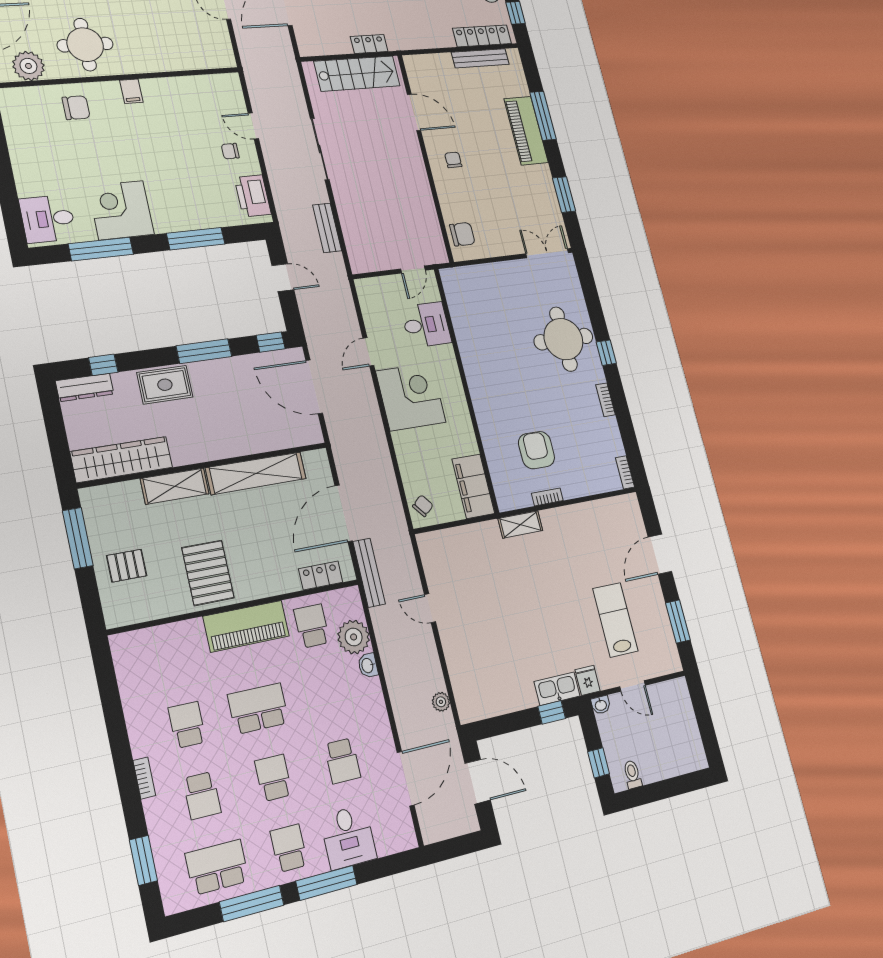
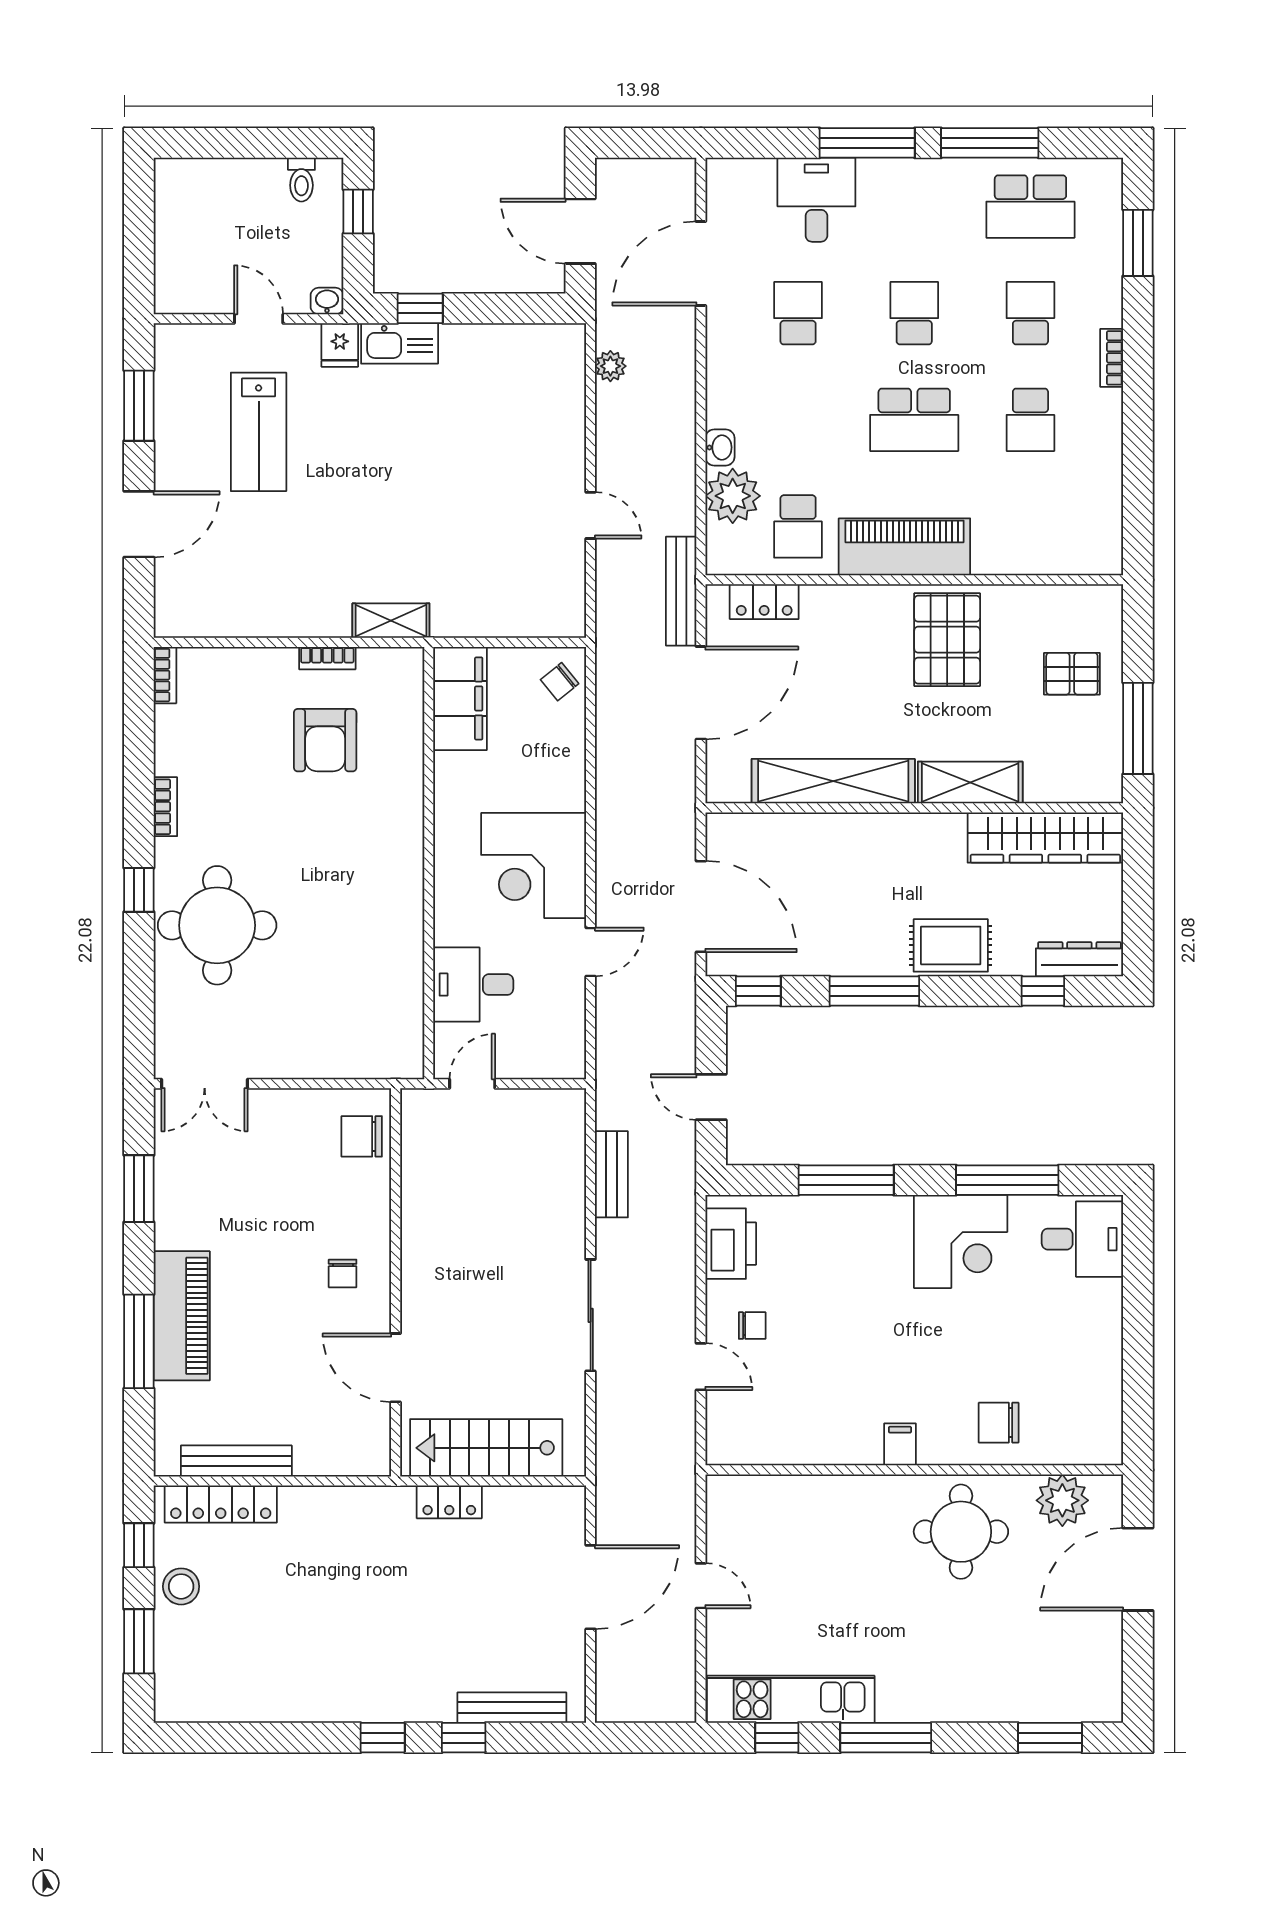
school desk: (273, 778) -> (914, 313), turned 180
school desk: (289, 848) -> (914, 207), removed

